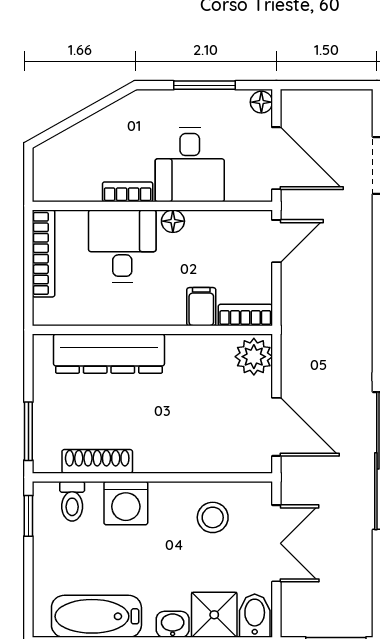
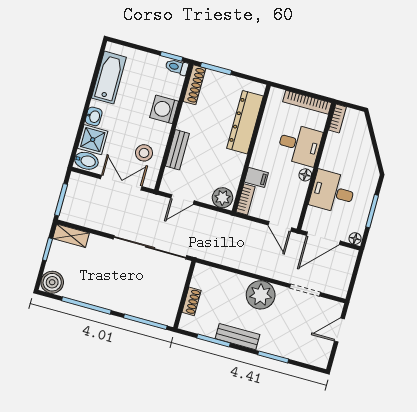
bookcase: (128, 192) -> (337, 118), moved
door: (276, 427) -> (182, 199), width x0.73
bench: (191, 460) -> (177, 150), added
shoe rack: (97, 461) -> (194, 85), moved
toilet: (72, 501) -> (177, 67), moved
double door: (276, 543) -> (121, 183), swing flipped

